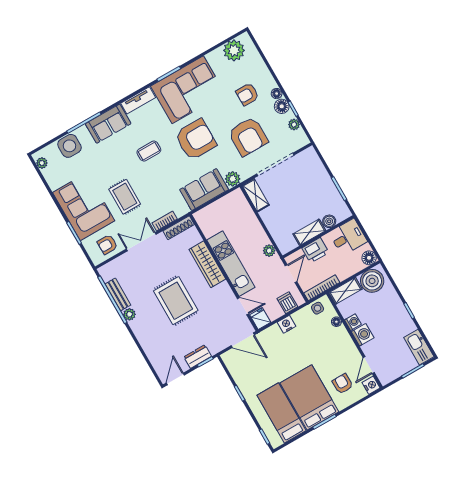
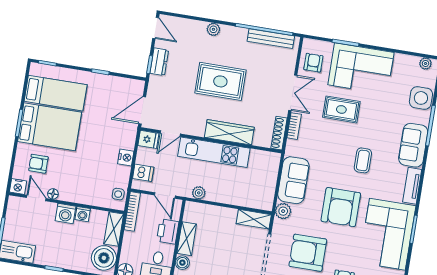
bench: (118, 294) -> (271, 39), width x1.36
plant: (129, 314) -> (213, 29), moved
floor lamp: (336, 322) -> (53, 194), moved
armchair: (343, 384) -> (38, 164), turned 180

